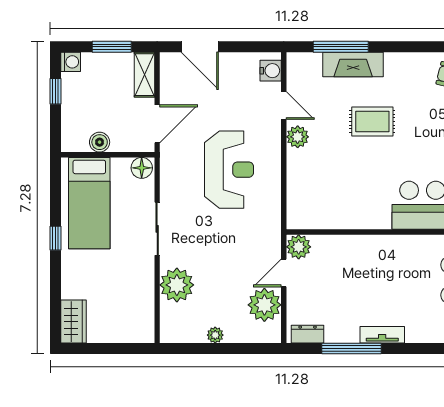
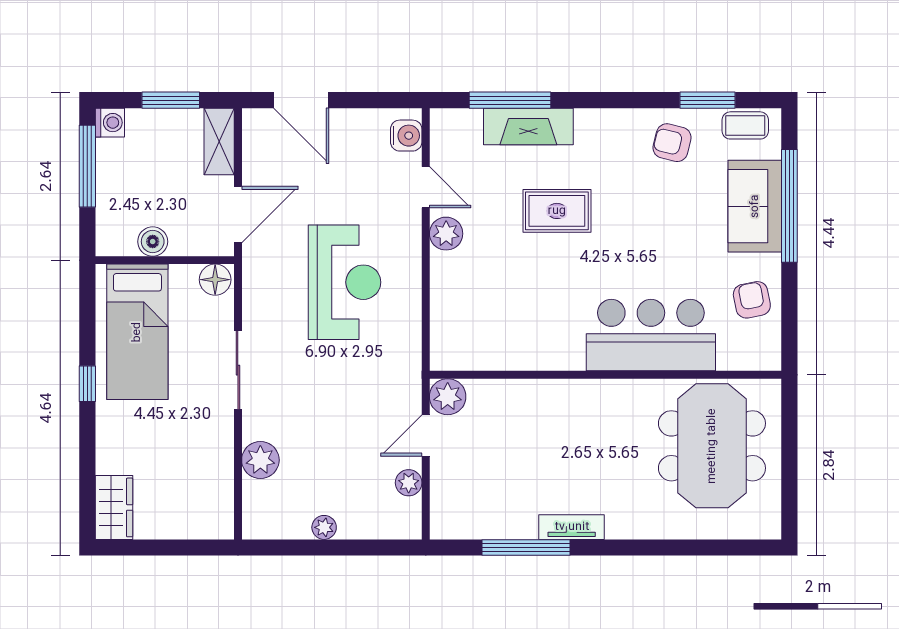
window: (56, 91) -> (87, 166), width x2.17
plant: (177, 285) -> (260, 460), width x0.73, depth x0.73
plant: (264, 305) -> (409, 483), width x0.53, depth x0.53
dresser: (308, 334) -> (461, 526), removed

